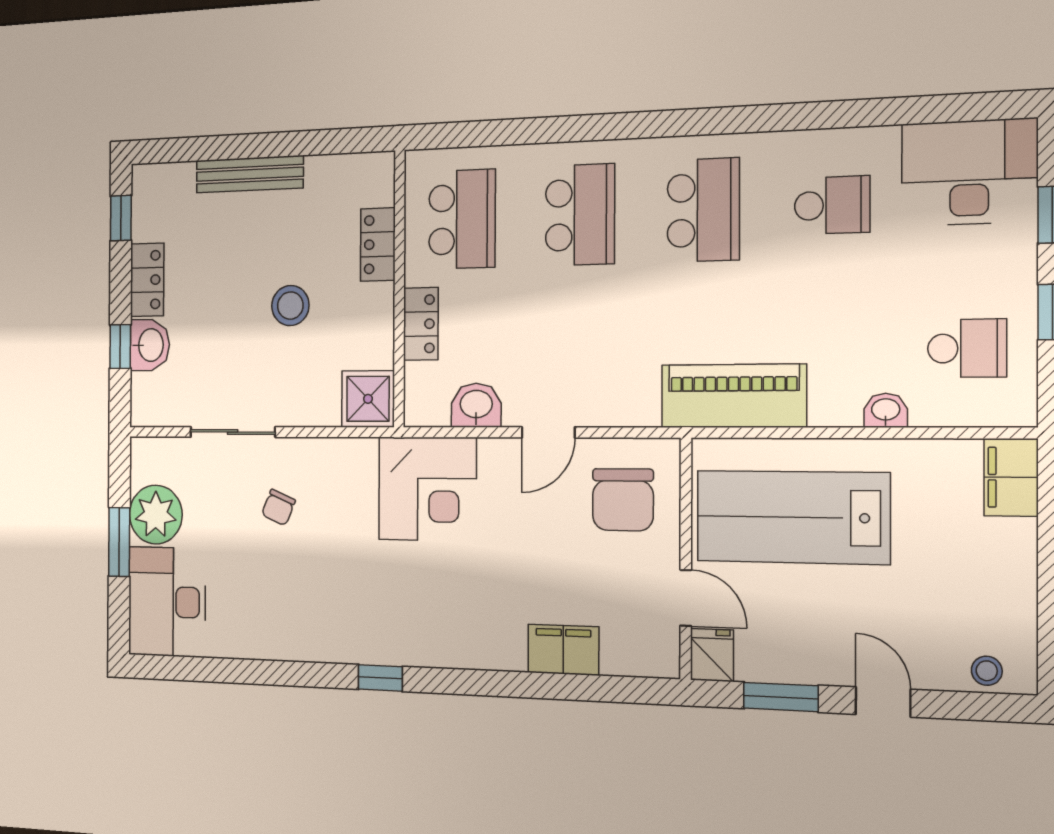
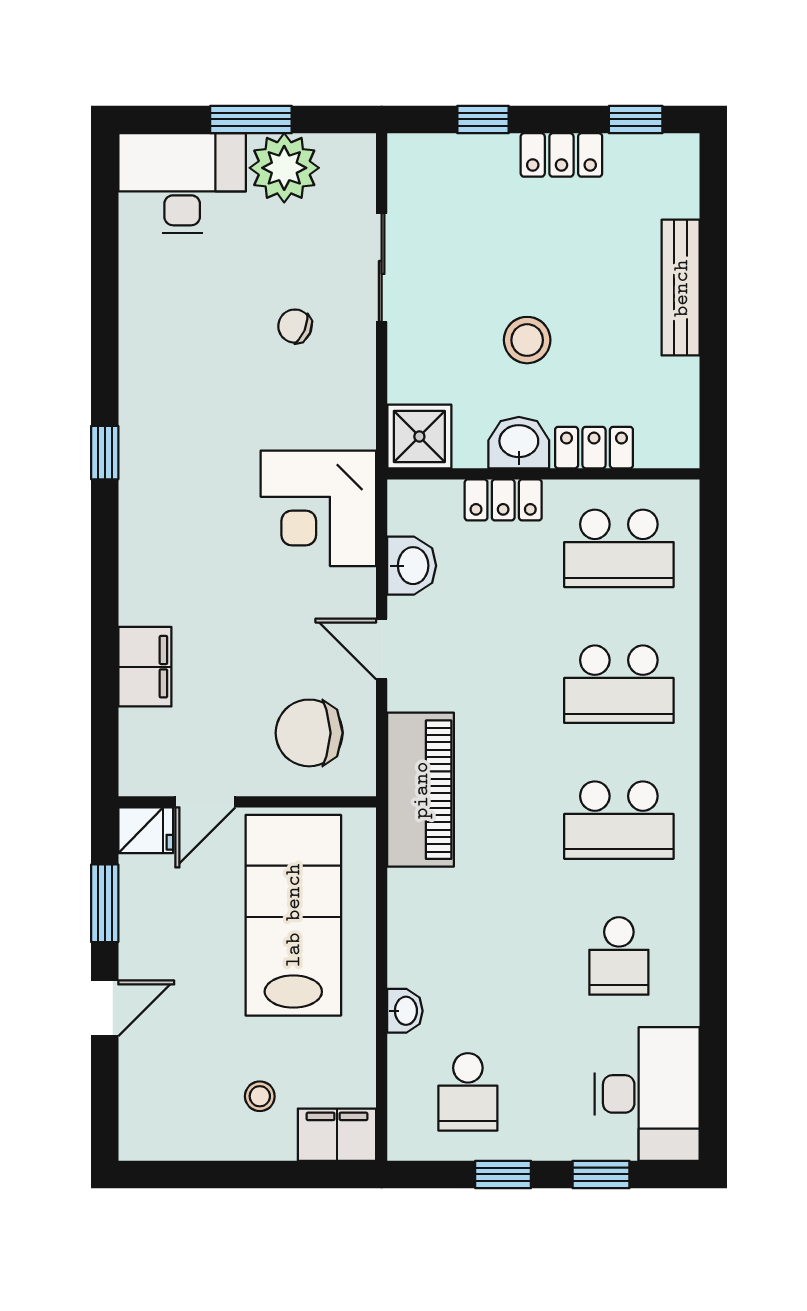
washbasin: (150, 345) -> (519, 443), moved, turned 180
piano: (733, 396) -> (421, 790), moved
stool: (987, 671) -> (260, 1096), moved

